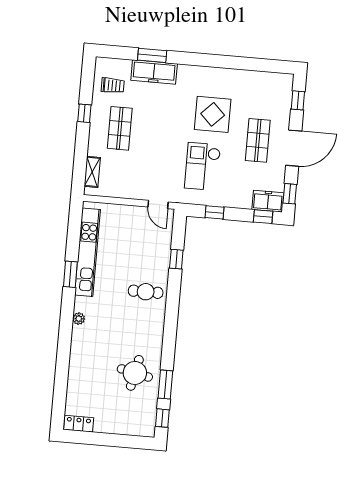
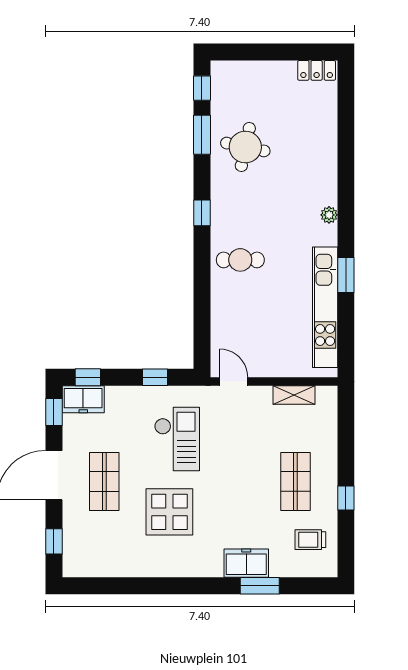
freezer: (154, 72) -> (246, 563), width x0.71
shelving: (92, 172) -> (294, 395), moved, turned 90
window: (176, 259) -> (202, 213), moved

